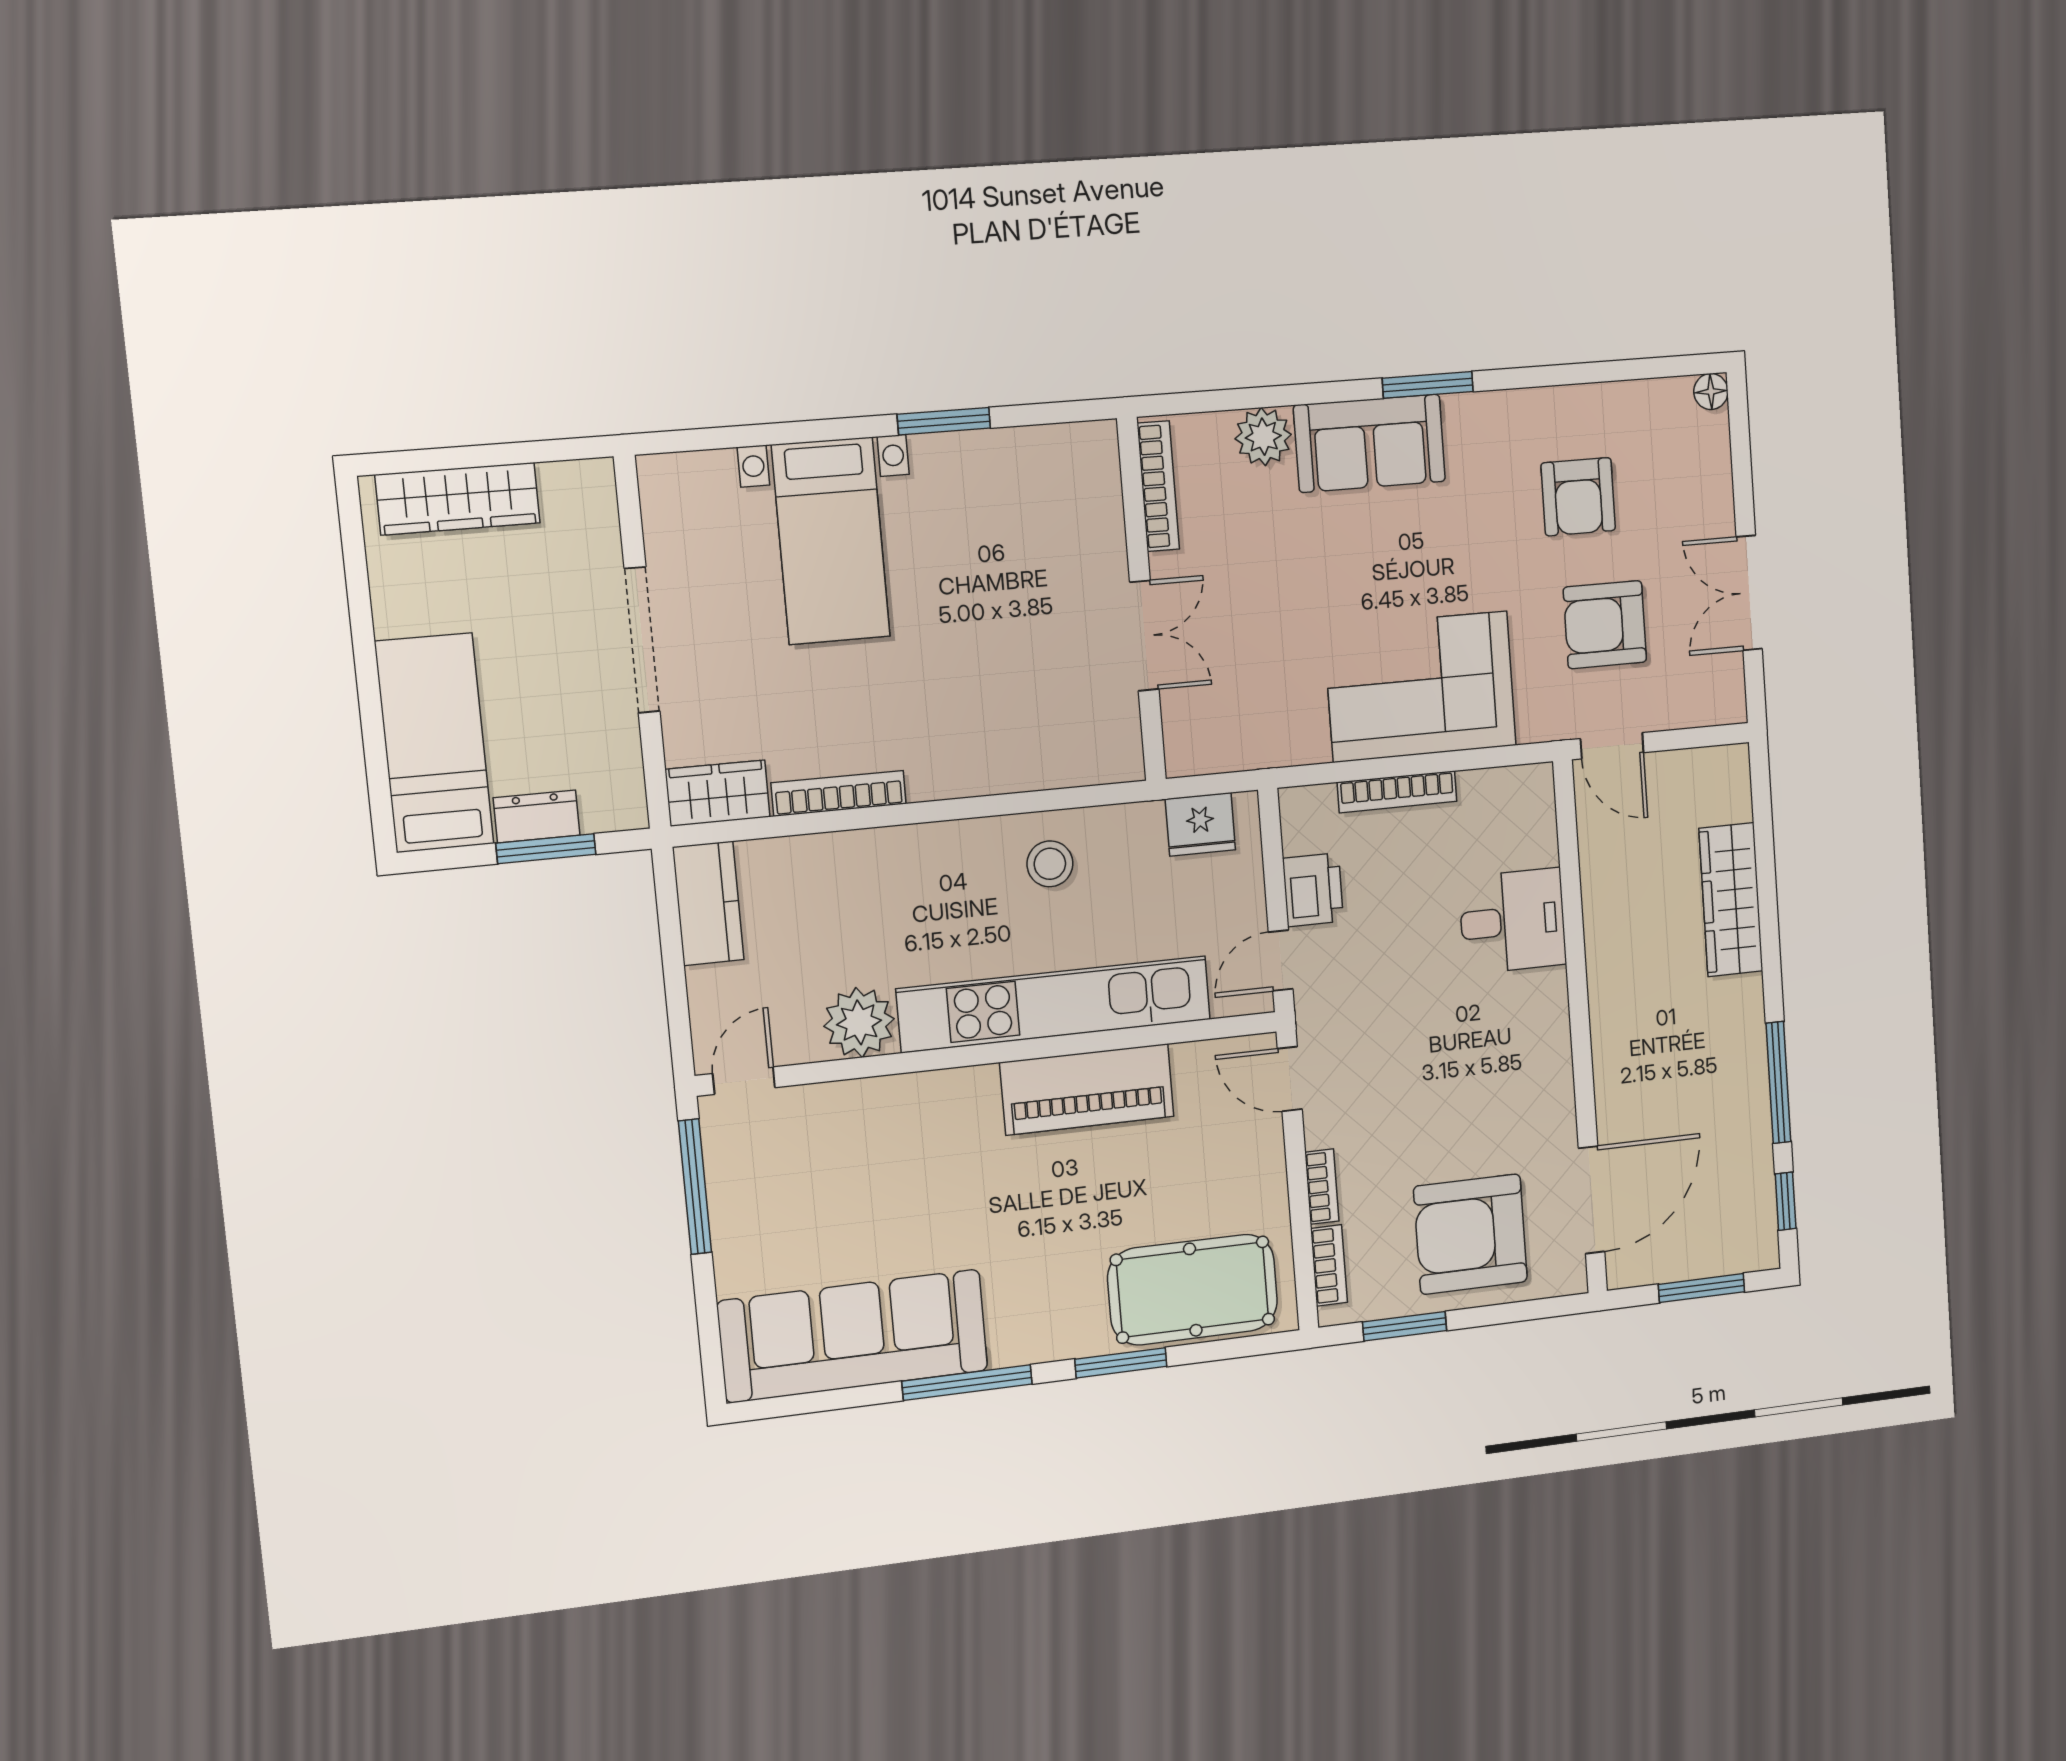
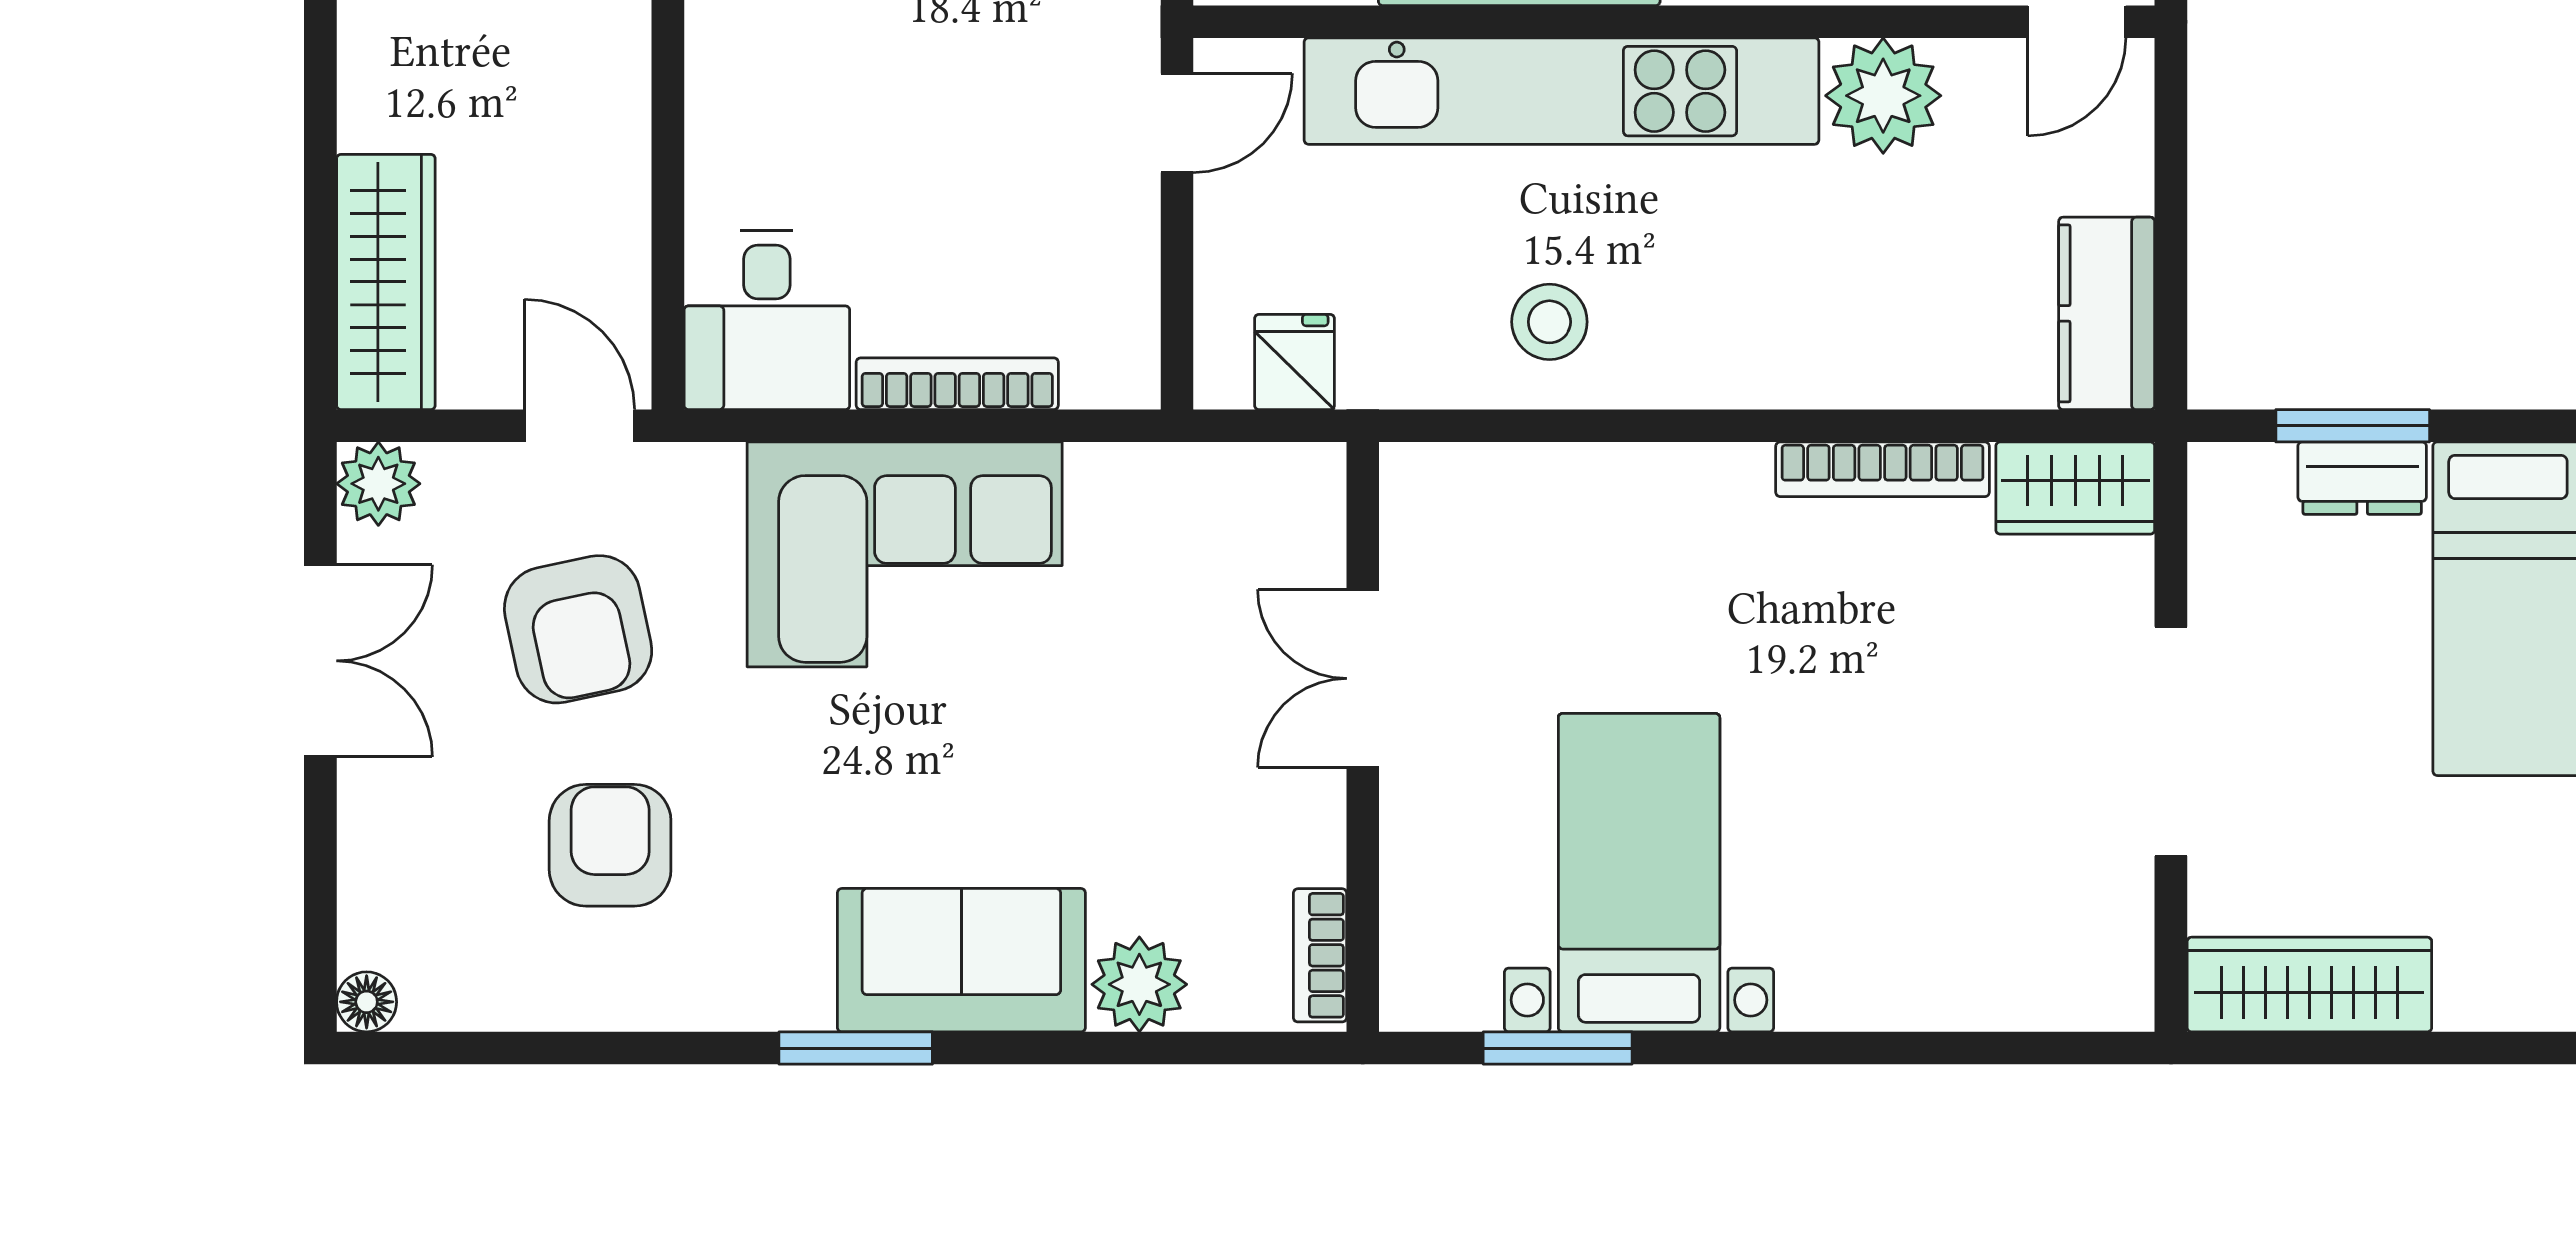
window: (944, 421) -> (1558, 1048), moved
bookcase: (1158, 486) -> (1320, 955), width x0.64
wardrobe: (458, 499) -> (2309, 985), moved
bed with nightstands: (831, 541) -> (1639, 873), moved
armchair: (1605, 625) -> (578, 629), turned 78
plant: (1723, 701) -> (378, 484), added
fridge: (1200, 824) -> (1294, 362), width x0.72
printer: (1313, 890) -> (1113, 235), removed
wardrobe: (1731, 900) -> (386, 282), moved
desk: (1513, 921) -> (767, 320), moved, turned -90

